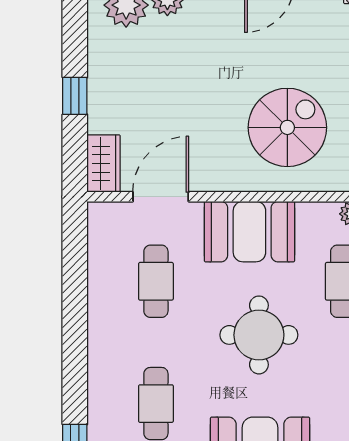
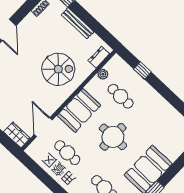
spiral stairs: (287, 127) -> (58, 69), turned 90

